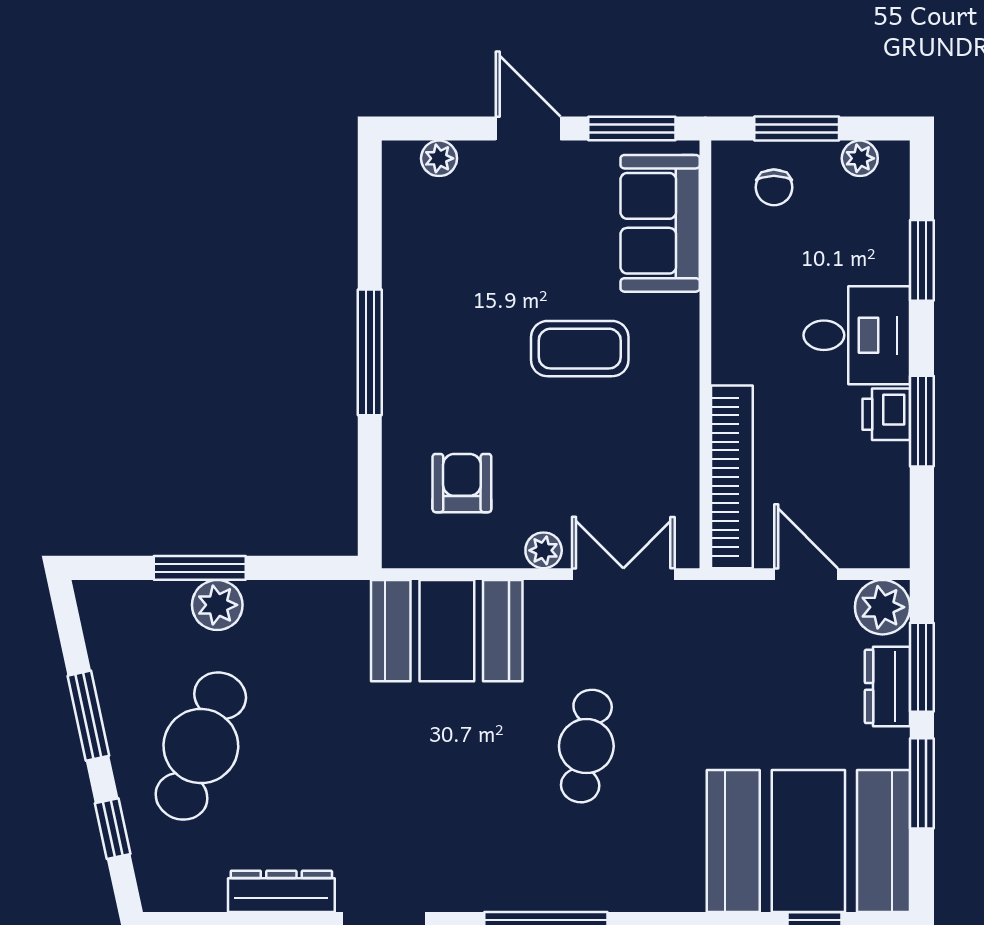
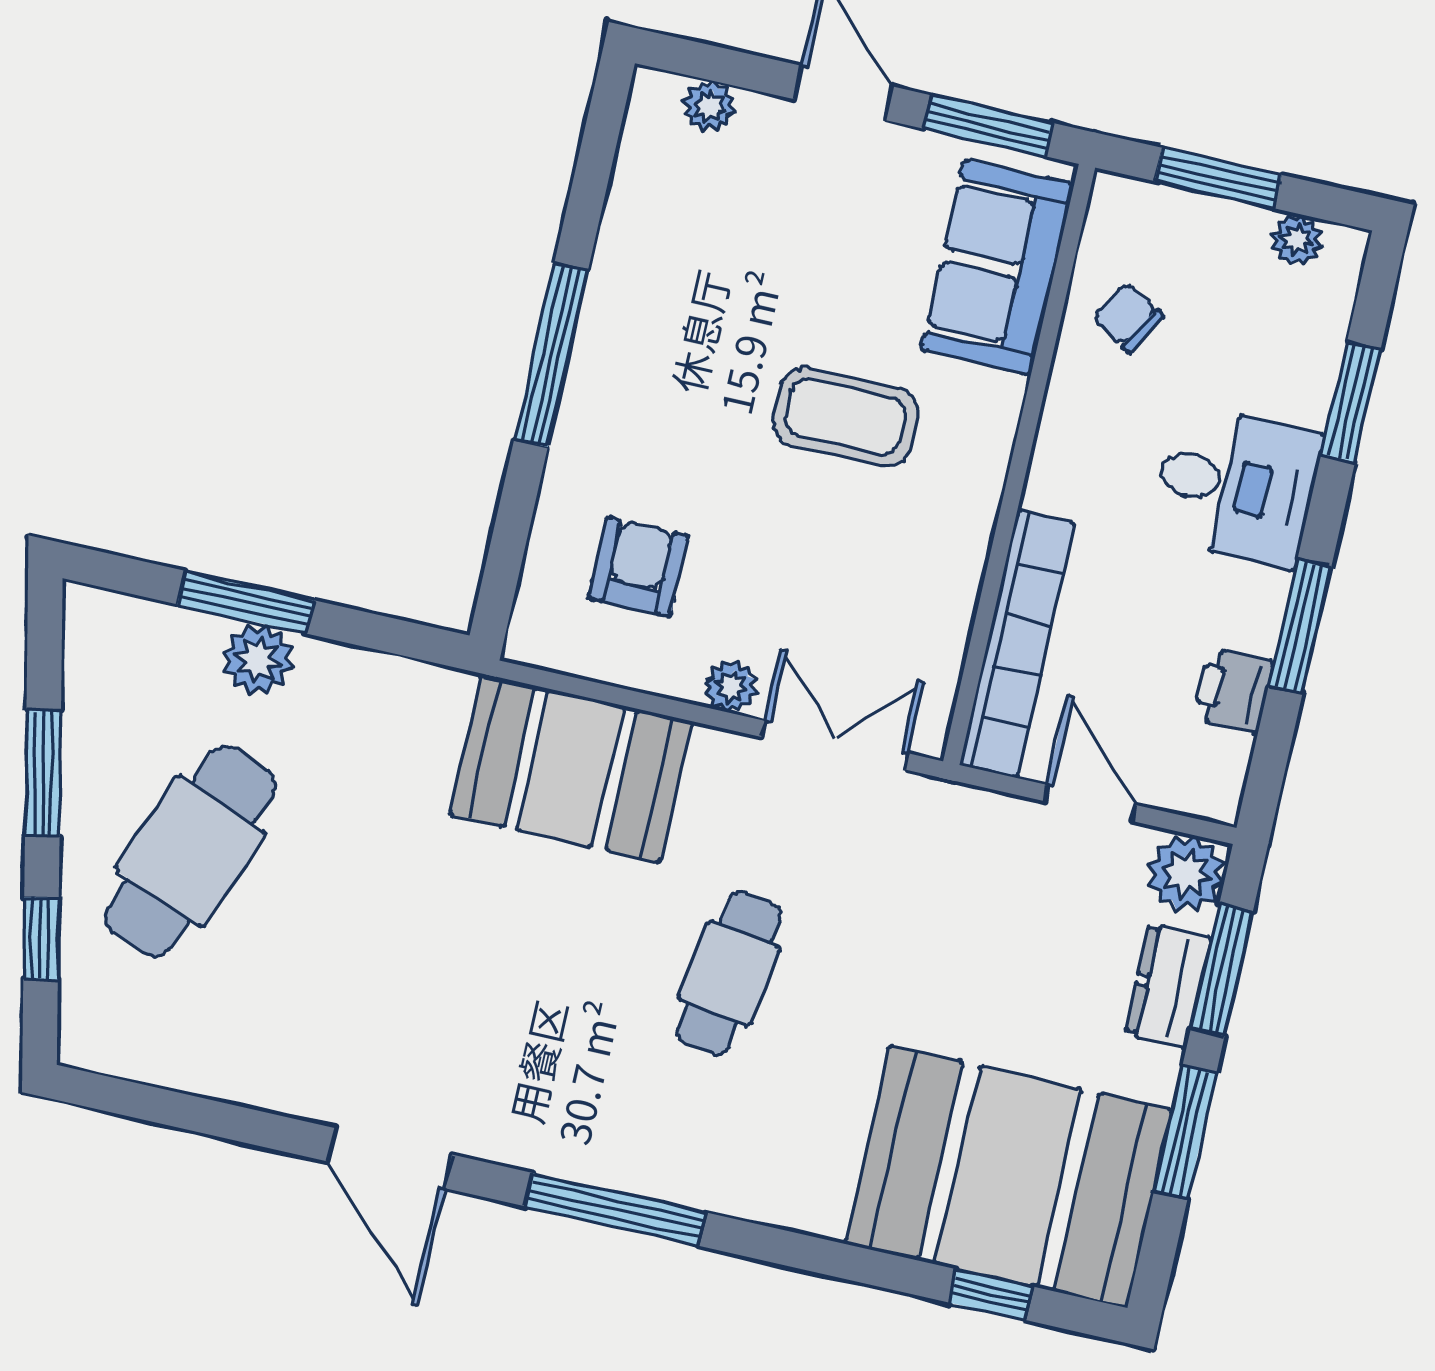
chair: (774, 187) -> (1128, 317), moved, turned 121
printer: (886, 414) -> (1233, 691), moved
dresser: (281, 891) -> (257, 1080), removed

